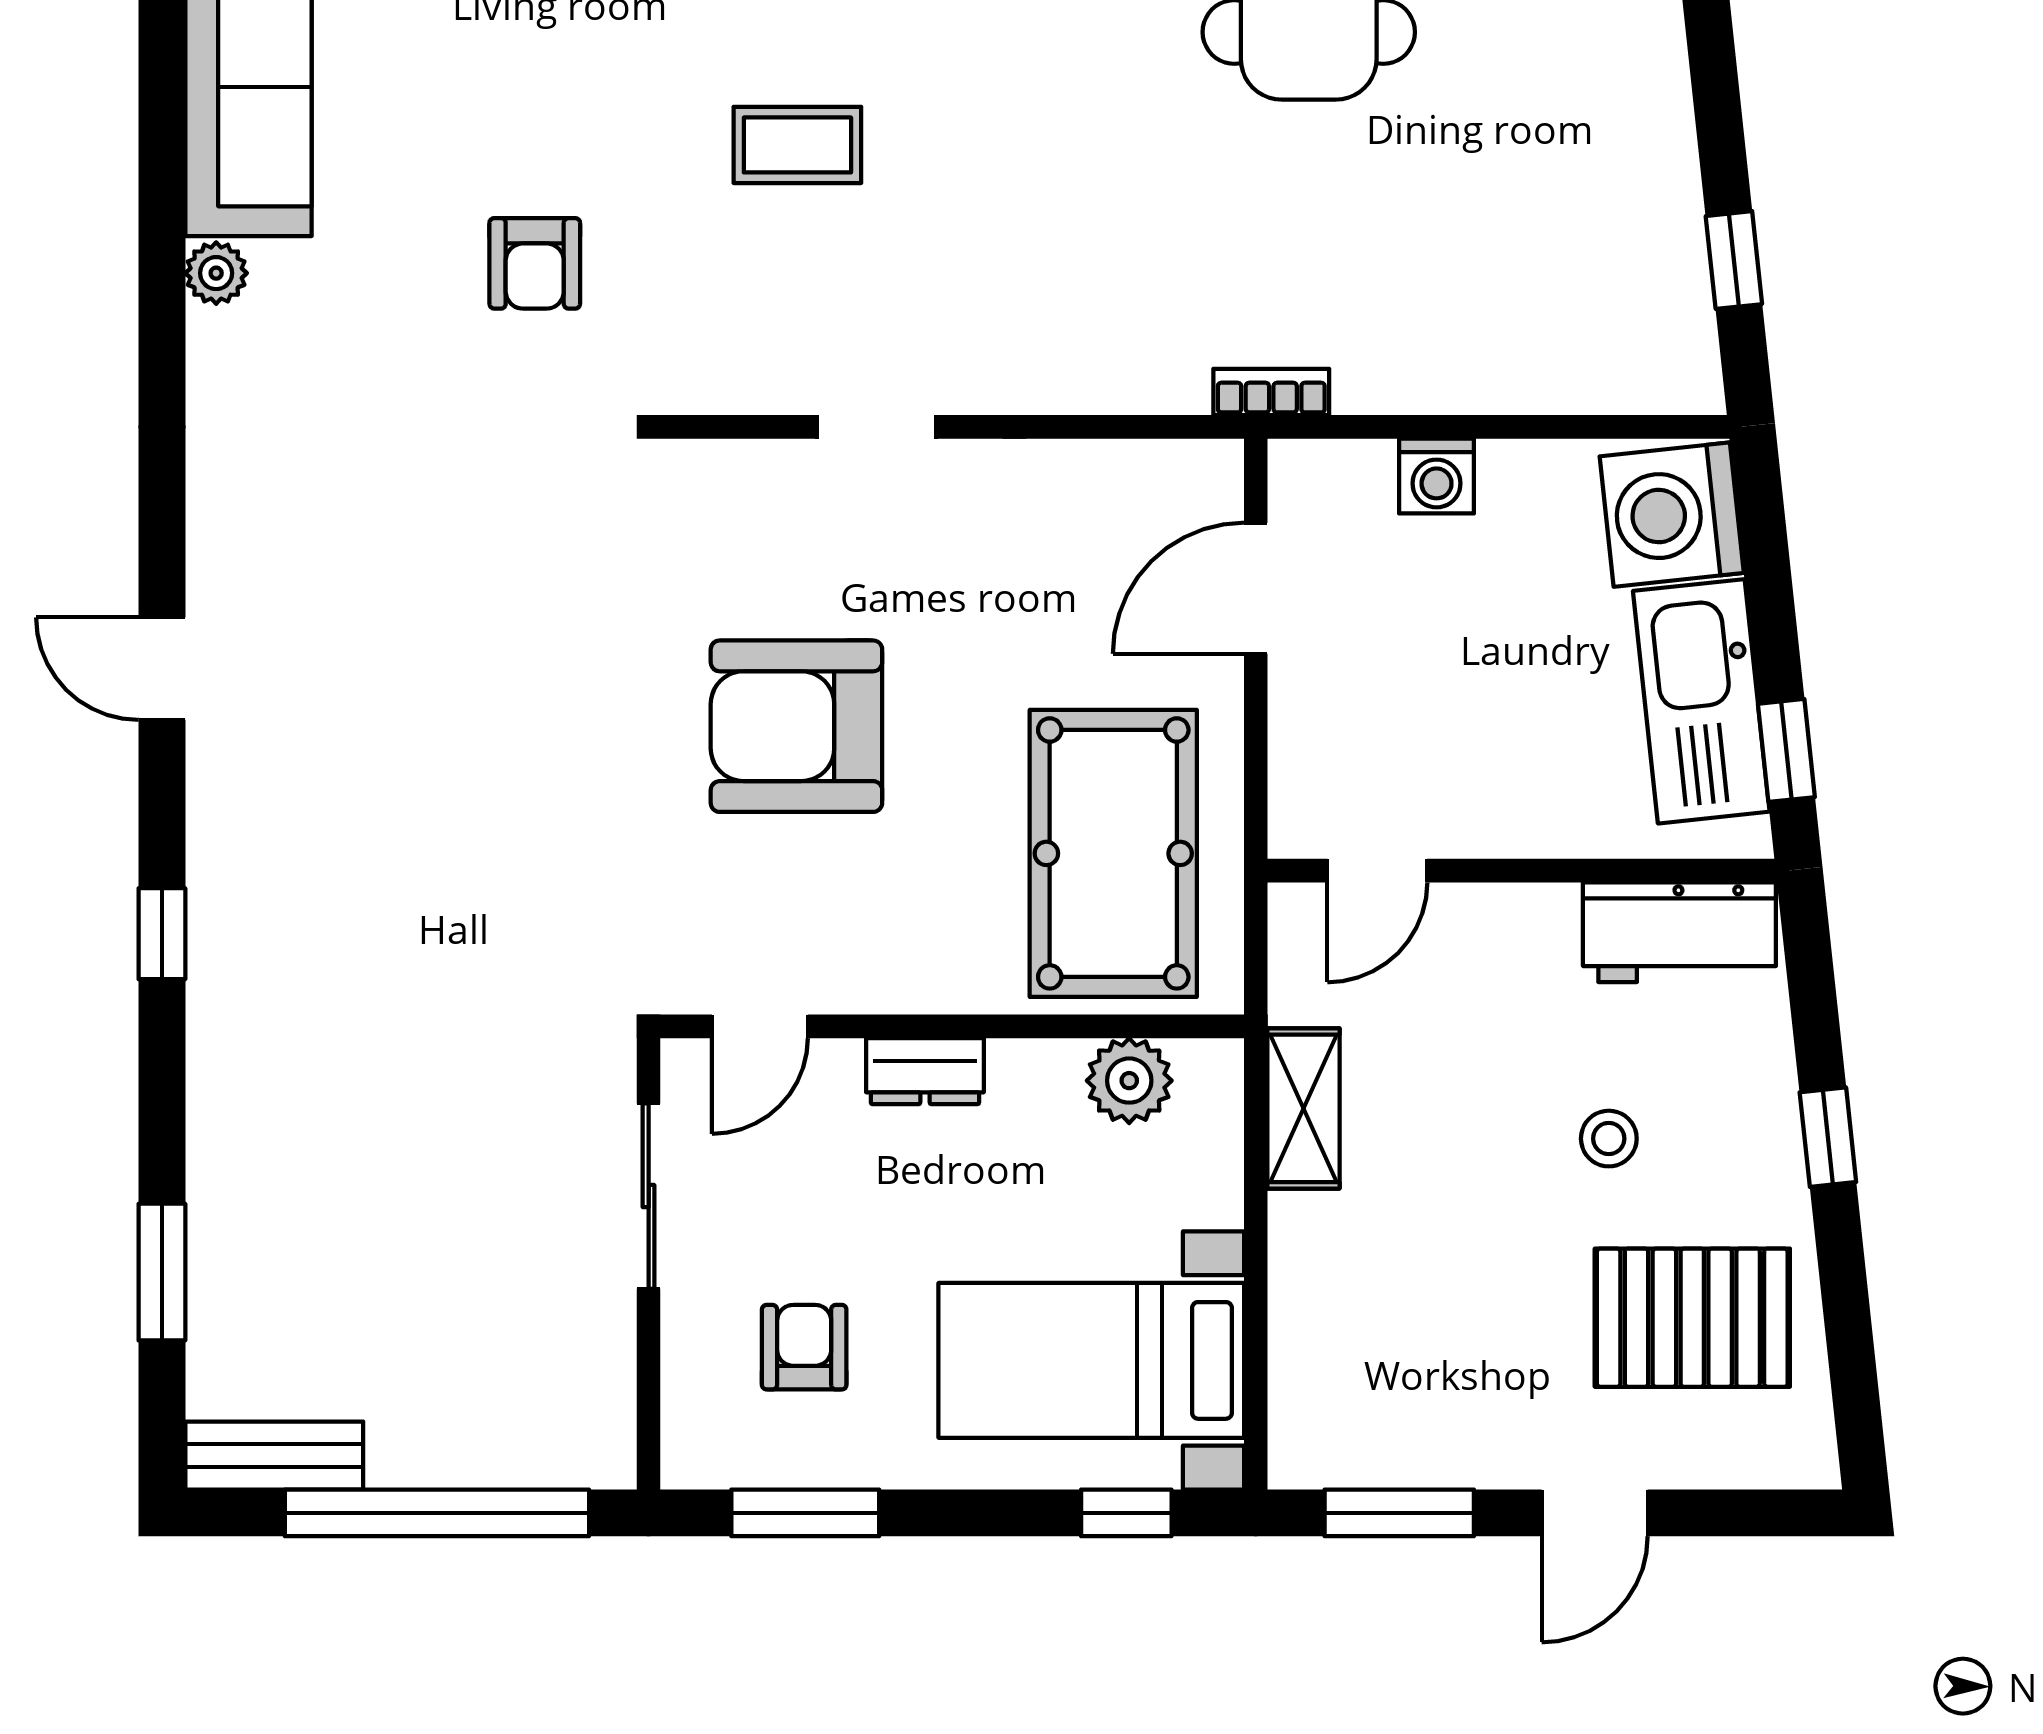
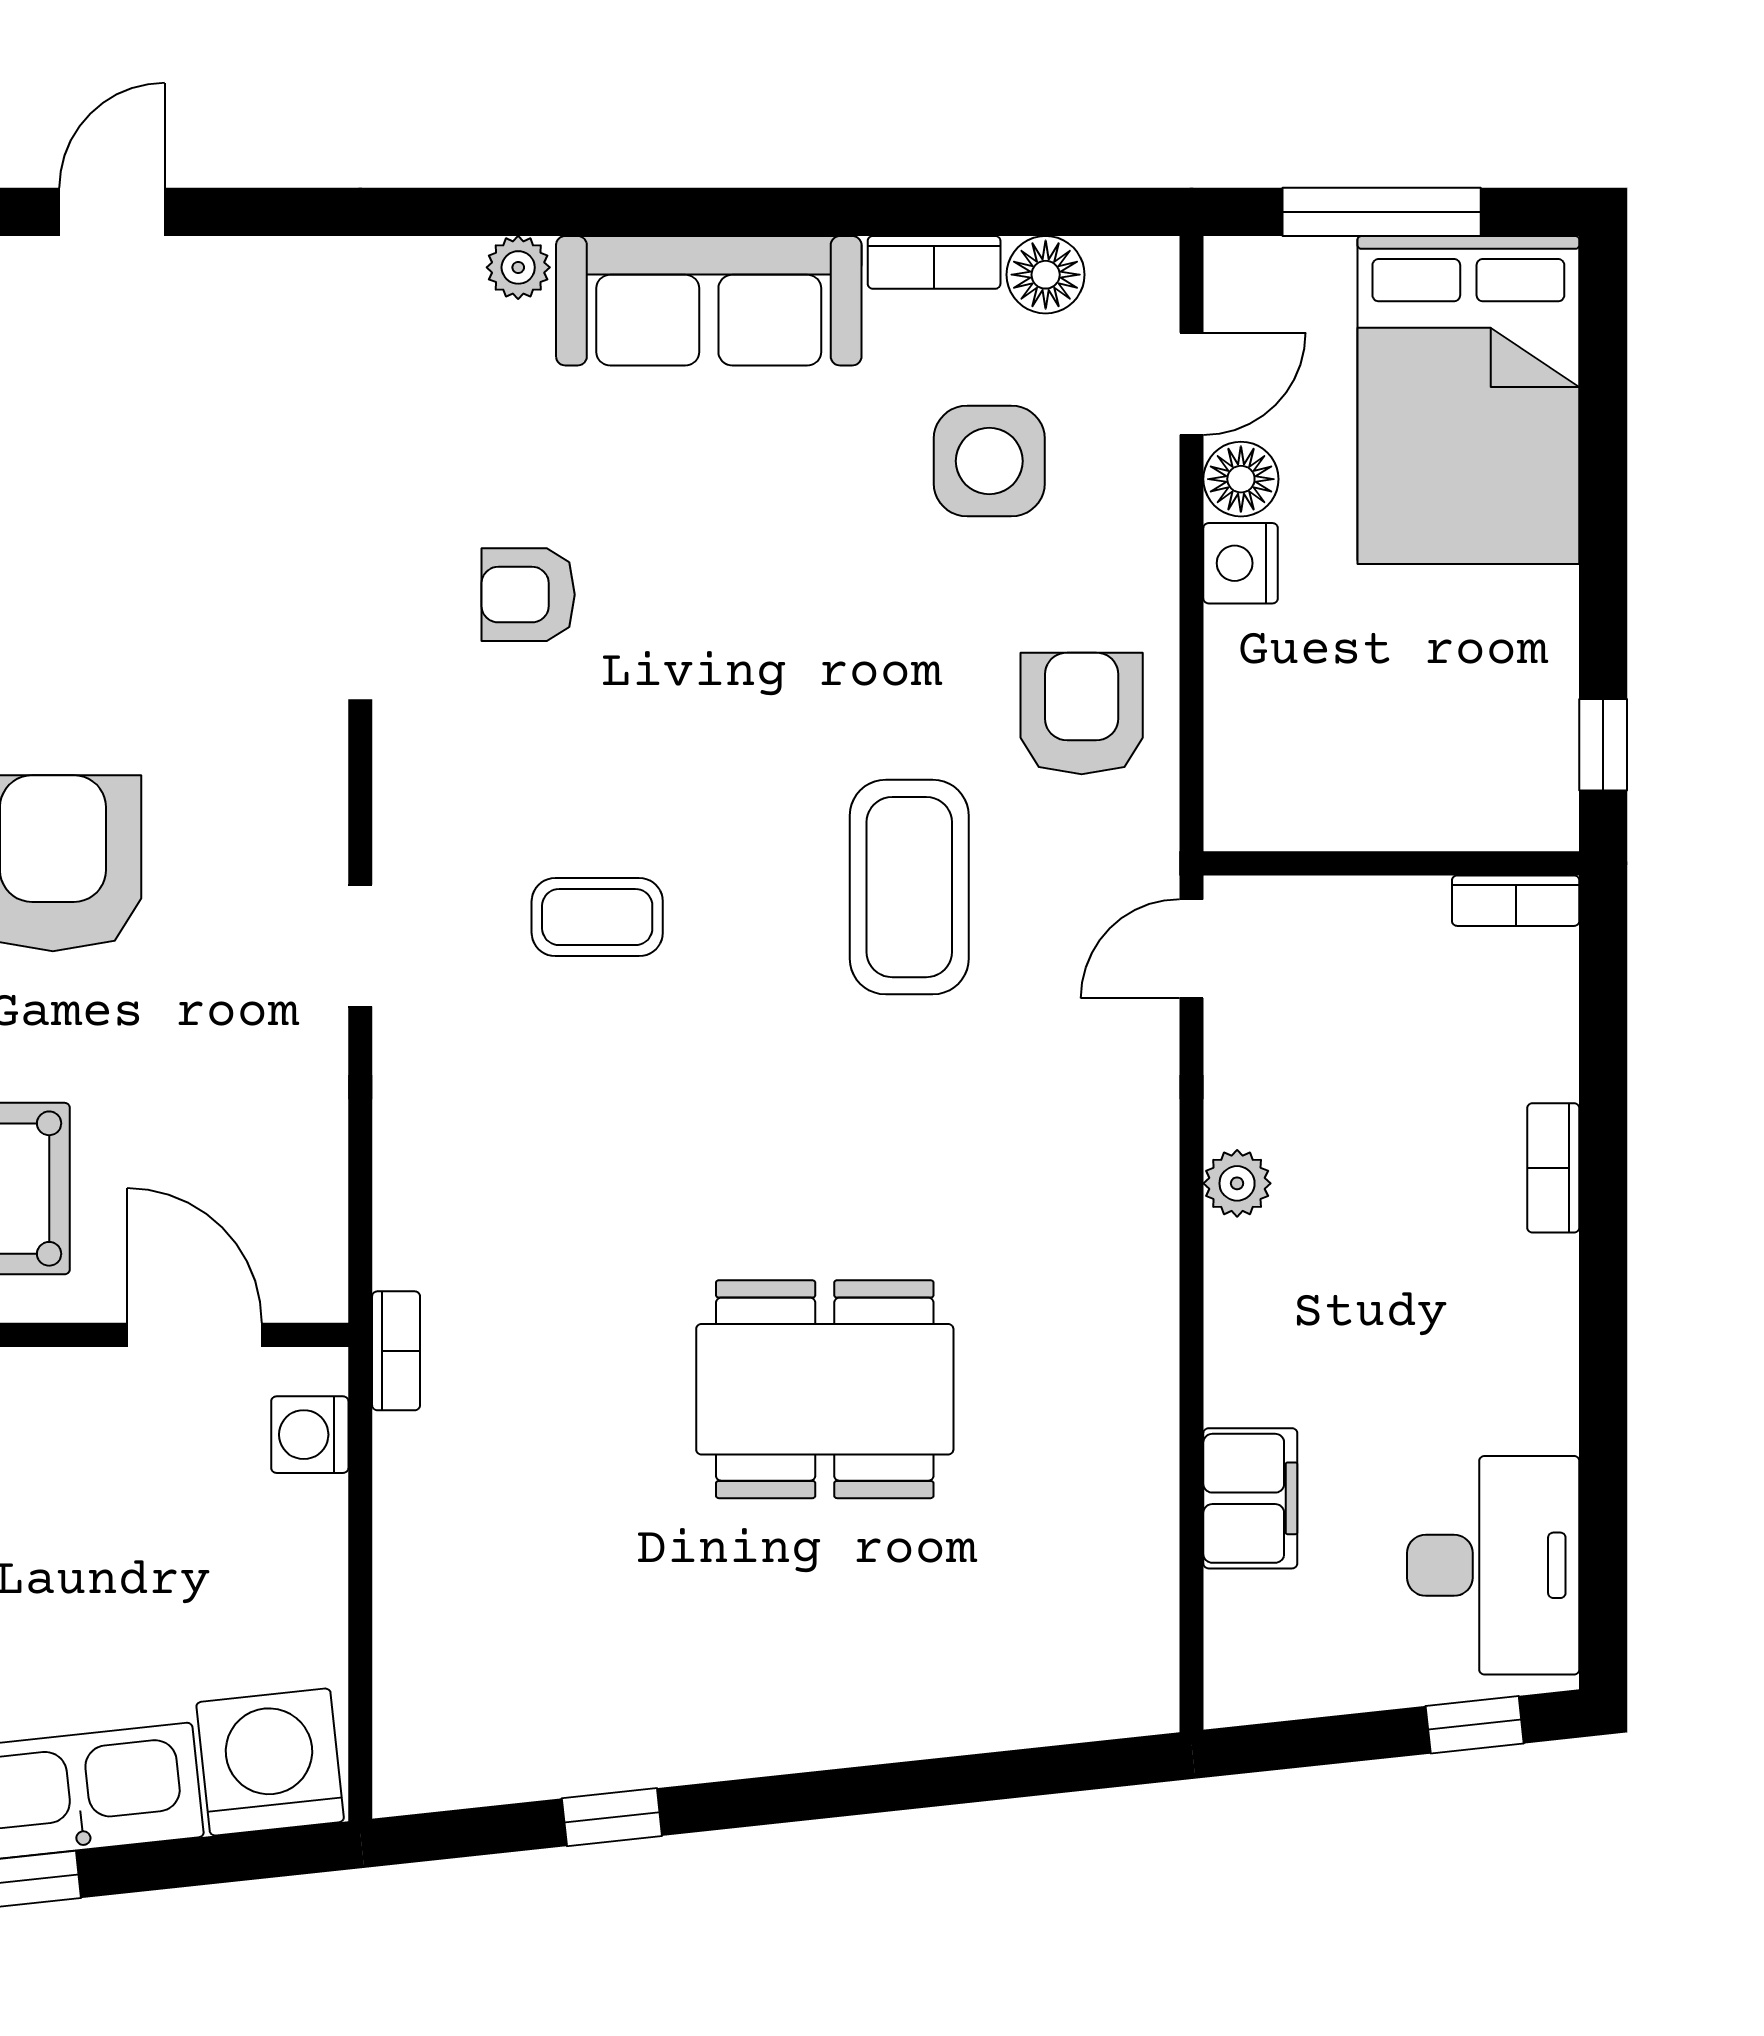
coffee table: (797, 145) -> (597, 917), moved, turned 90
window: (1734, 260) -> (612, 1817), moved
washing machine: (1437, 476) -> (310, 1435), moved

